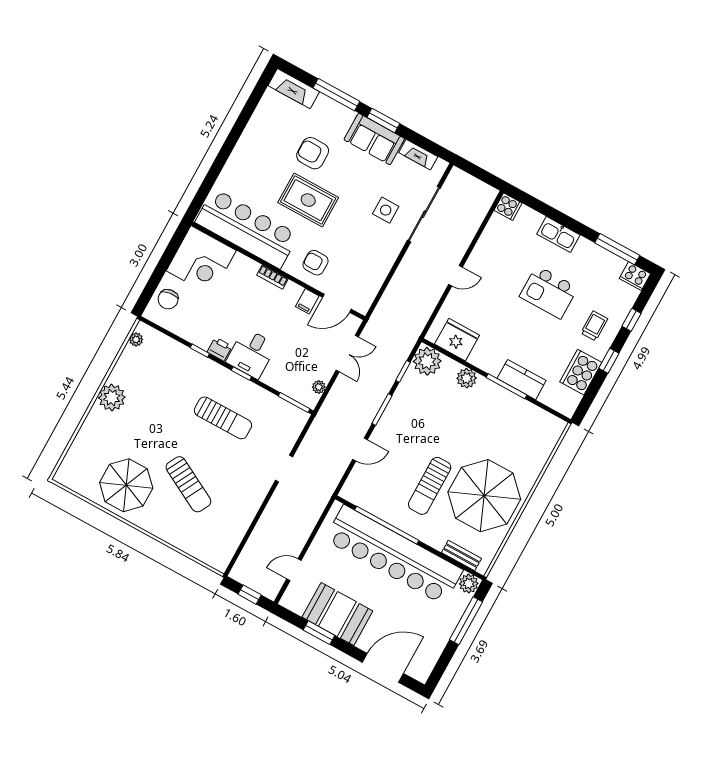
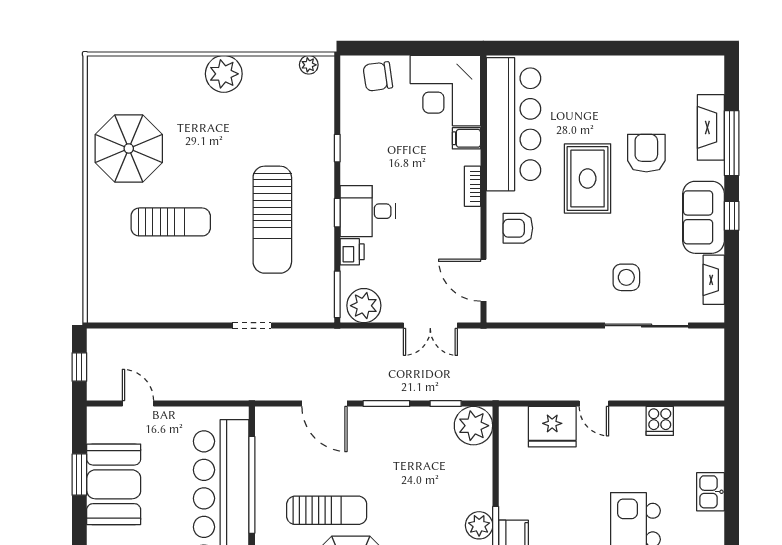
fireplace: (294, 89) -> (711, 127), moved
window: (383, 120) -> (732, 216), width x0.67
cooker: (508, 207) -> (660, 421), moved
kitchen sink: (558, 234) -> (710, 492), width x0.73
armchair: (316, 263) -> (518, 228), turned -90
filing cabinet: (307, 301) -> (466, 138), moved
fridge: (457, 340) -> (552, 427), moved, turned 90
printer: (220, 349) -> (352, 252), moved
plant: (467, 378) -> (479, 525), moved
plant: (319, 387) -> (364, 306), width x1.87, depth x1.87
sun lounger: (223, 418) -> (272, 220), width x1.36, depth x1.34
door: (360, 449) -> (324, 404), width x1.38
sun lounger: (188, 484) -> (171, 222), turned -118
sun lounger: (430, 486) -> (327, 510), turned 180

